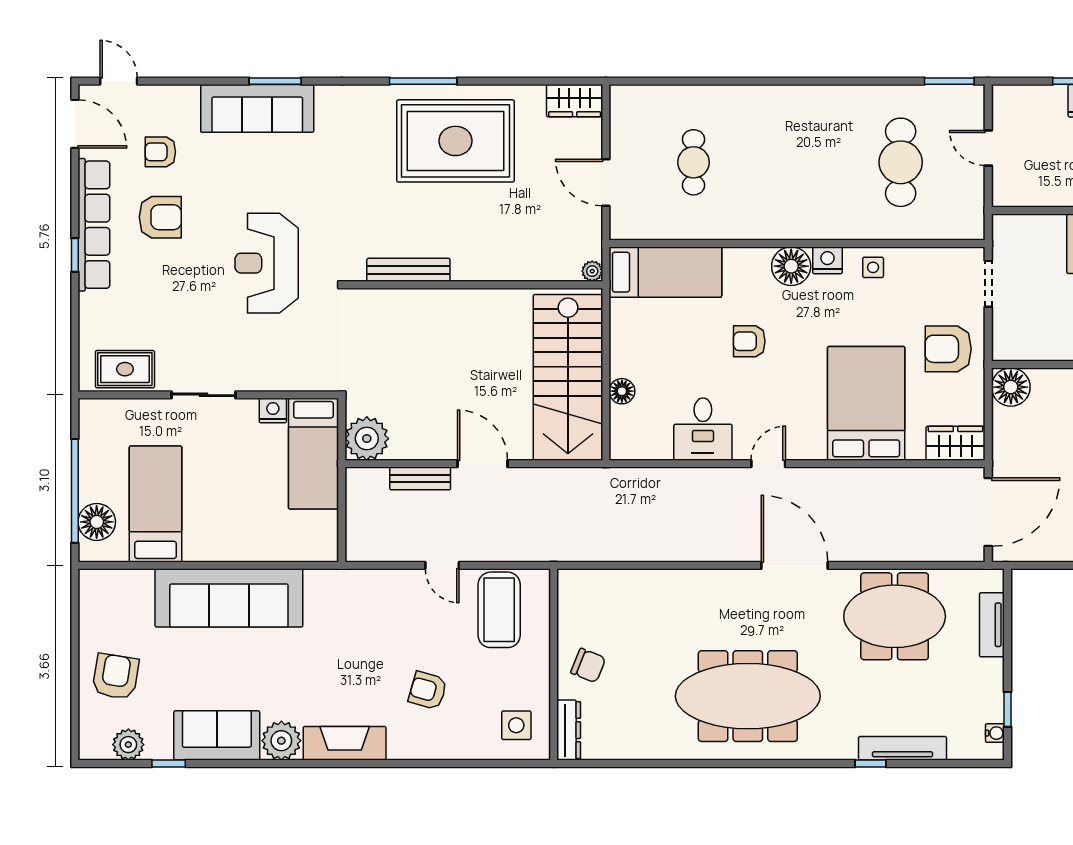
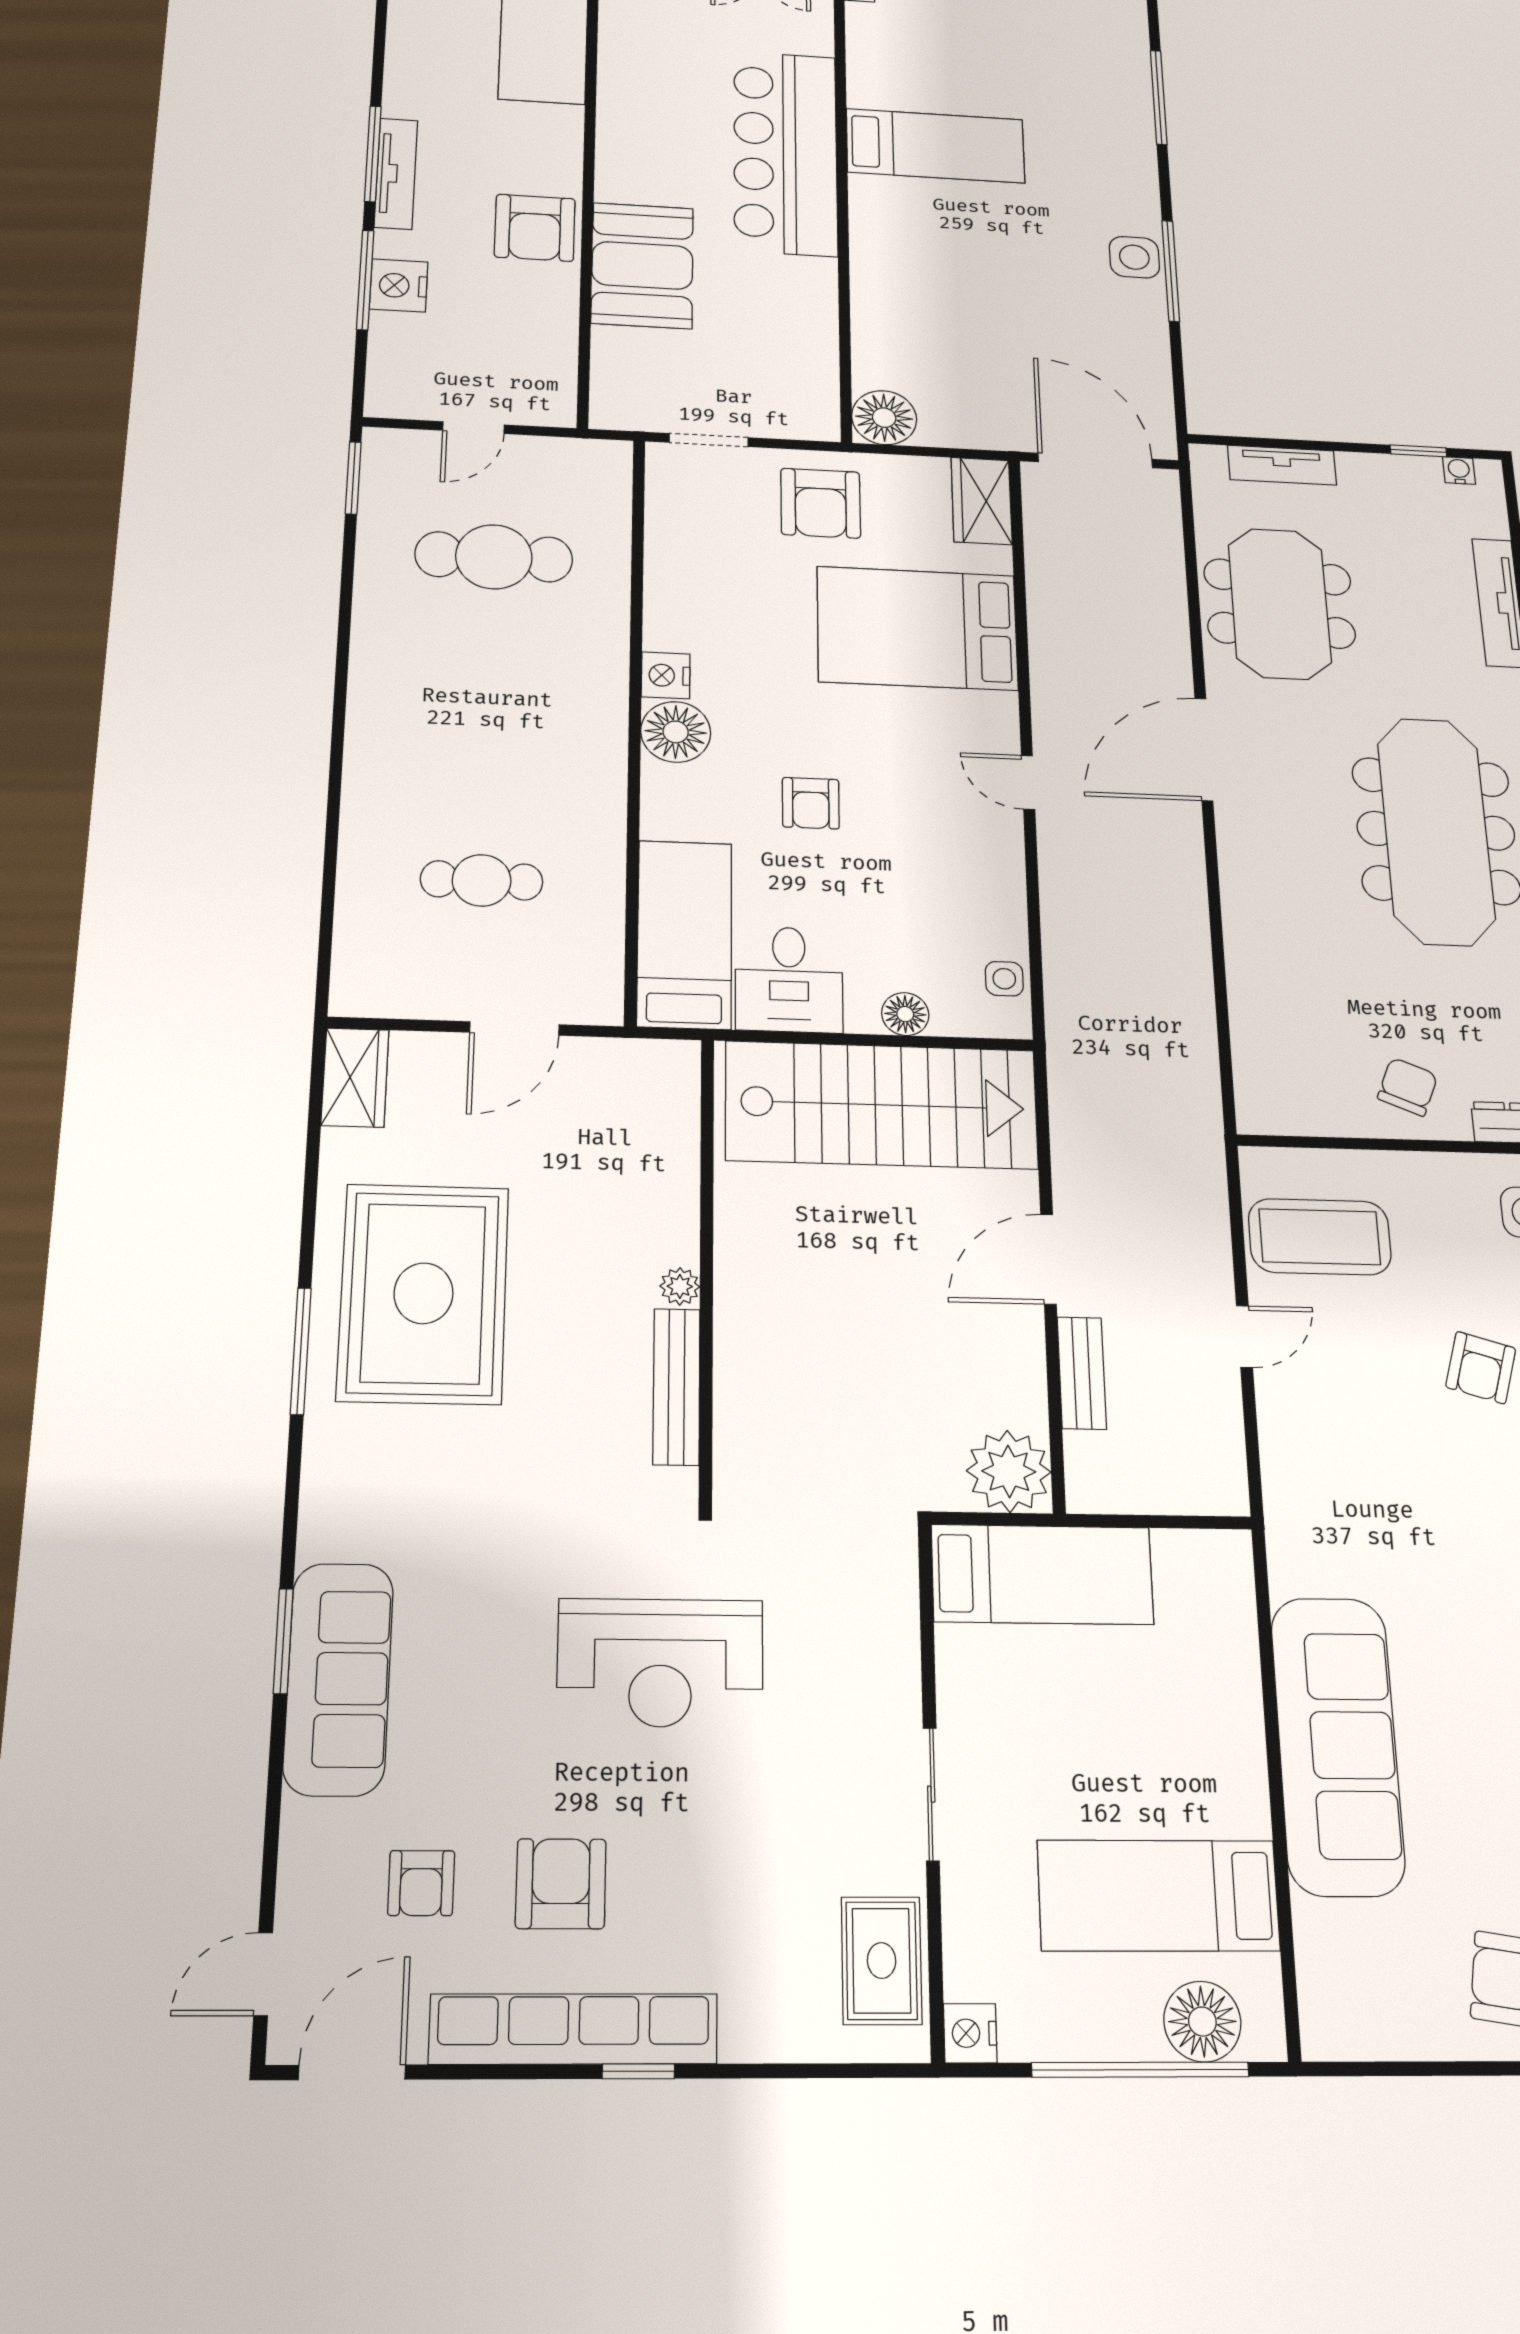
side table: (873, 267) -> (1004, 979), moved
plant: (592, 271) -> (680, 1286), moved
nightstand: (273, 410) -> (970, 2033), moved
desk: (703, 429) -> (789, 979), moved, turned 90

